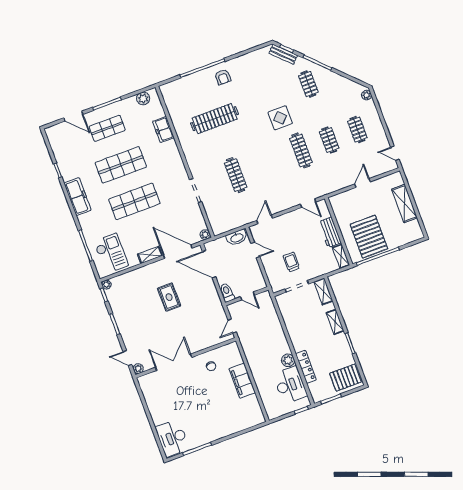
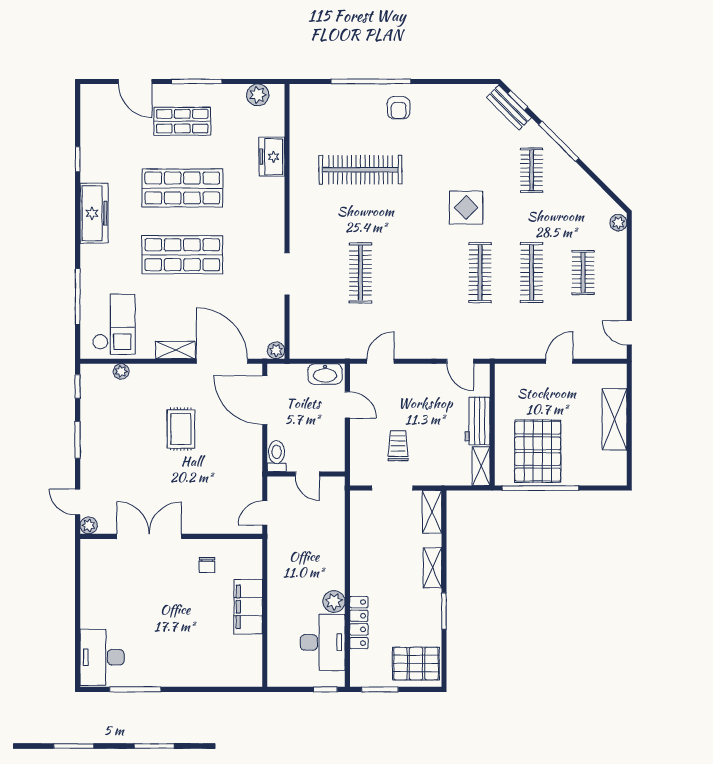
clothes rail: (329, 140) -> (532, 272), width x1.36
plant: (106, 285) -> (121, 371), moved

